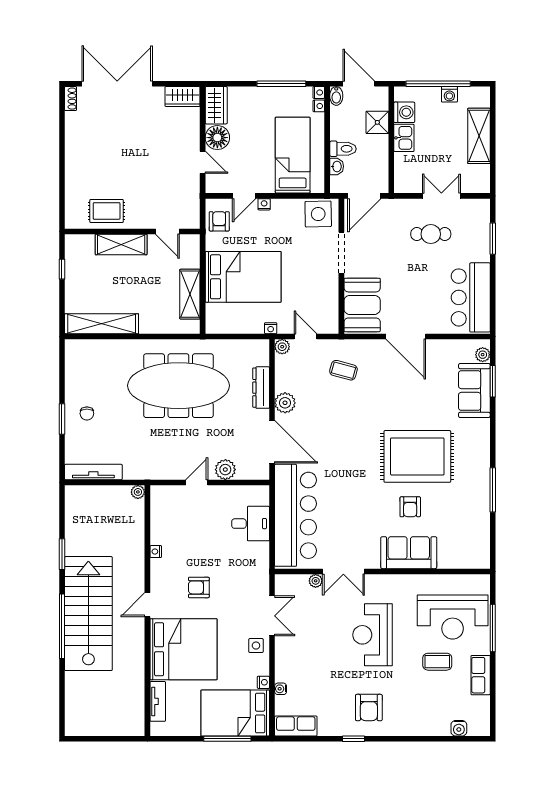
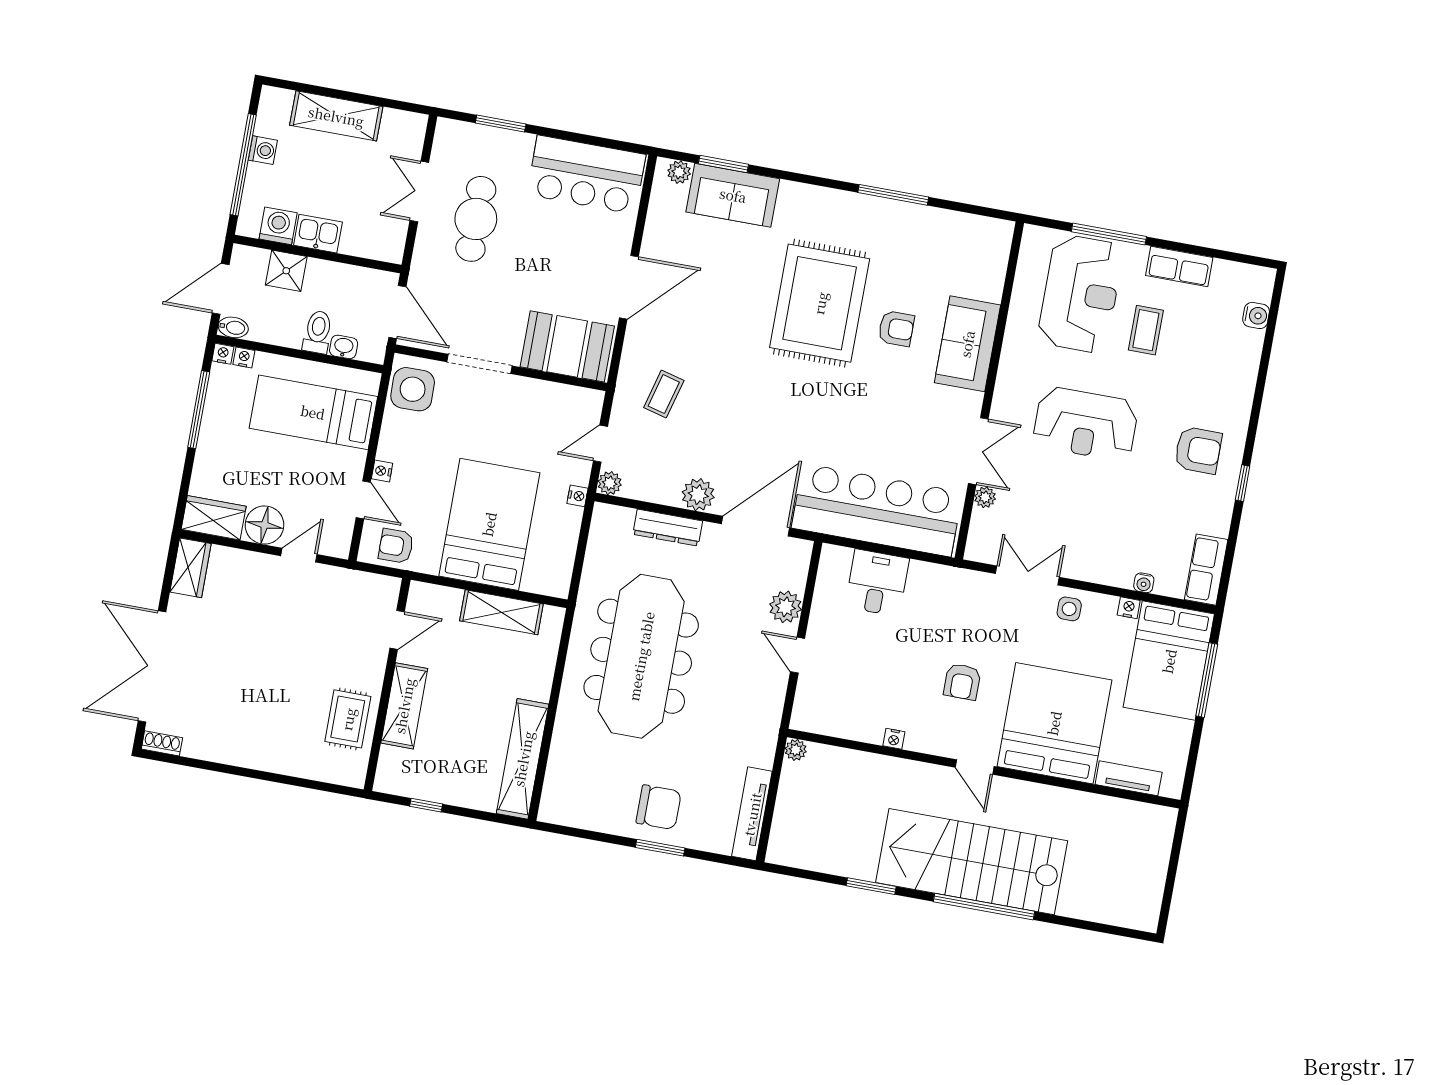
cafe table: (431, 234) -> (476, 219), width x1.37, depth x1.35
chair: (87, 413) -> (659, 807), width x1.87, depth x1.87

